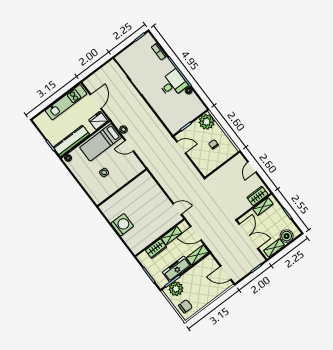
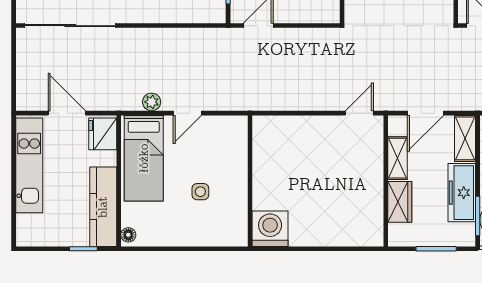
washing machine: (122, 225) -> (270, 229), moved

